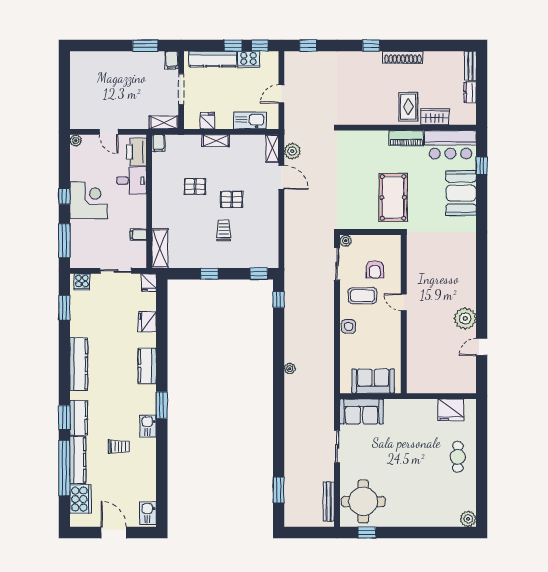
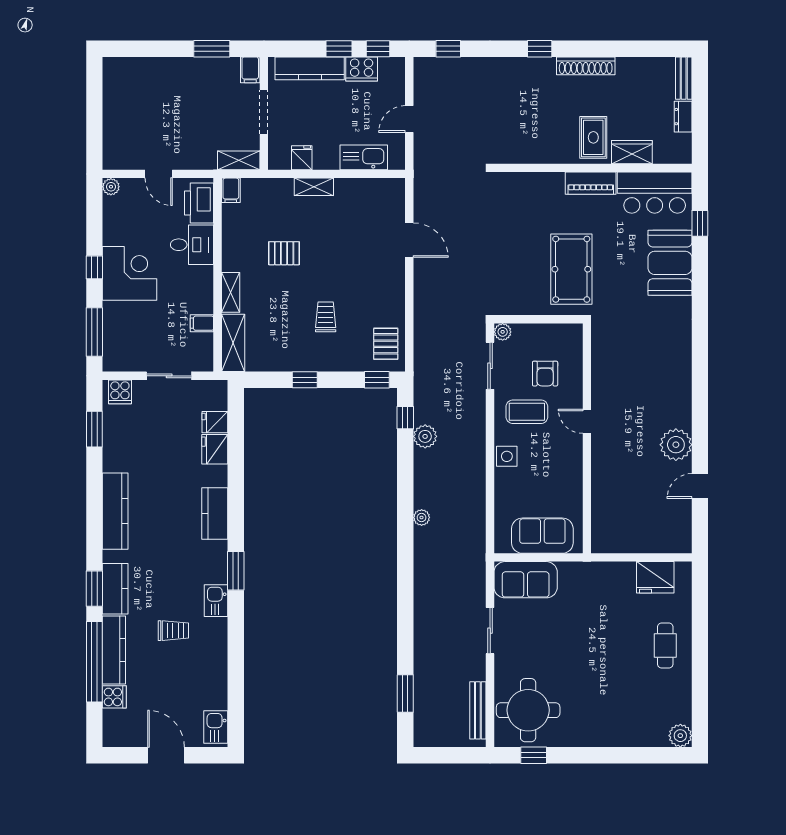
shelving: (272, 148) -> (231, 292), moved
plant: (292, 151) -> (425, 436), moved
pallet: (232, 199) -> (386, 344), moved, turned 90
fridge: (149, 283) -> (215, 422), moved, turned 90
cooker: (81, 499) -> (114, 697), width x0.53, depth x0.76

